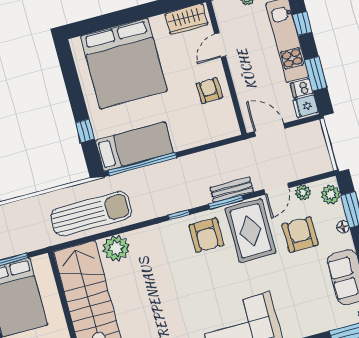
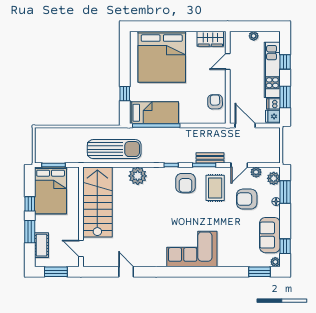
armchair: (209, 90) -> (215, 102), moved
rug: (251, 231) -> (215, 188), width x0.73, depth x0.70
armchair: (300, 235) -> (247, 199), turned -90
plant: (116, 248) -> (138, 176), moved

